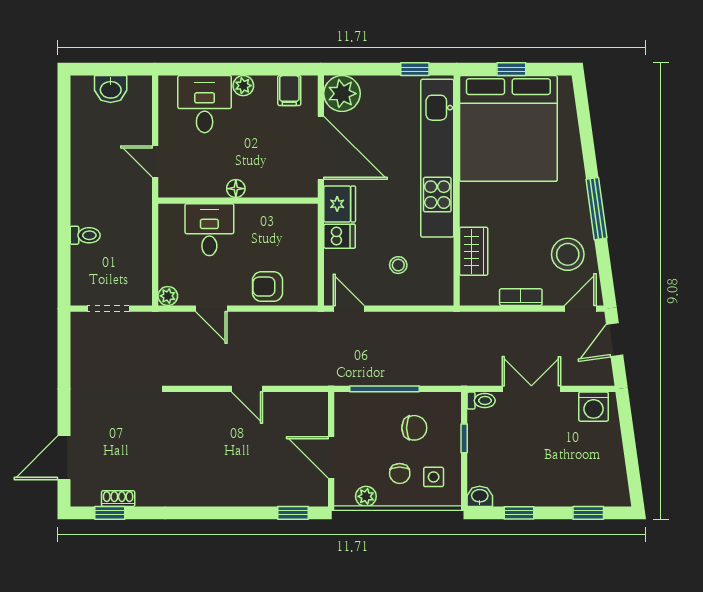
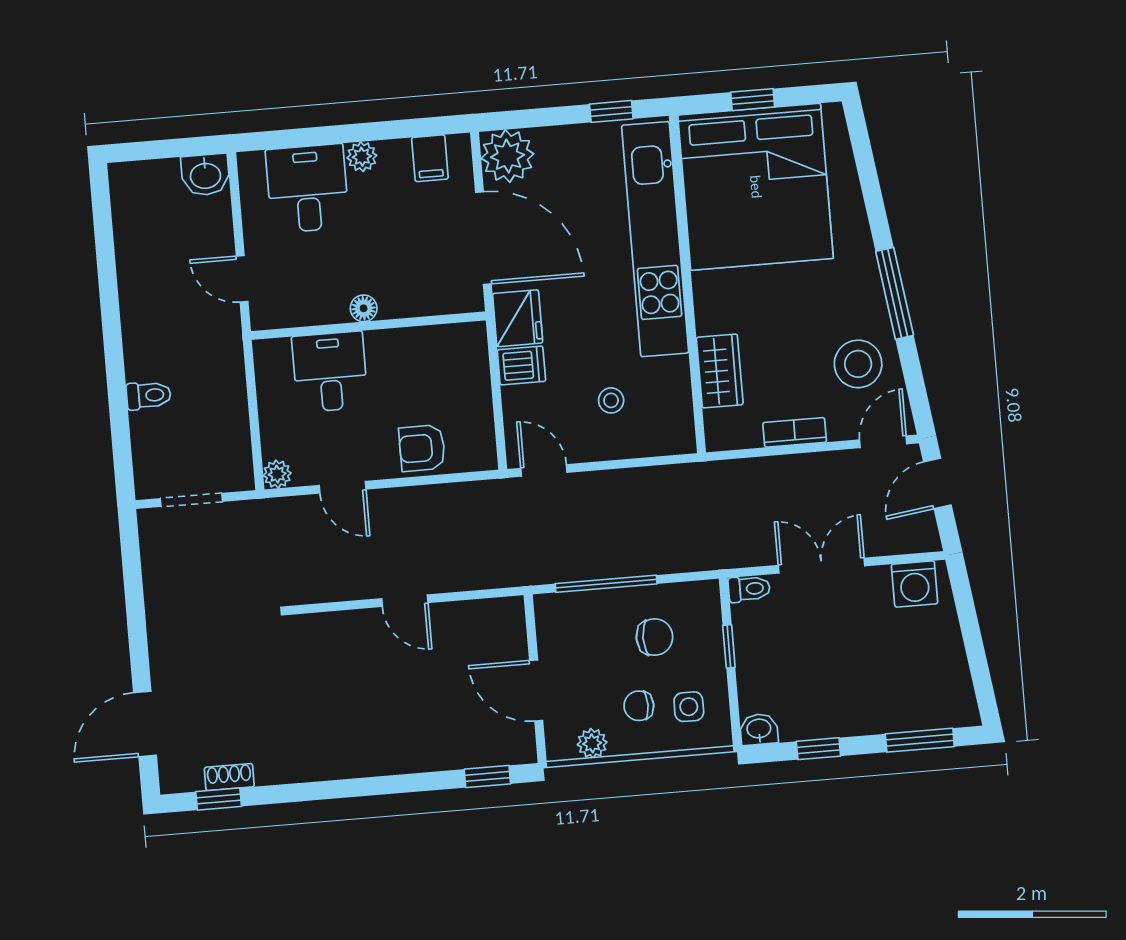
washbasin: (111, 89) -> (205, 175), moved
chair: (400, 474) -> (639, 706), turned 90
window: (588, 513) -> (920, 740), width x1.50

